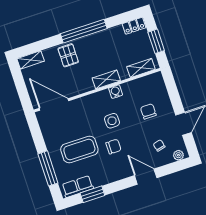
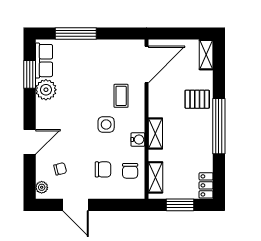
chair: (114, 147) -> (130, 171), moved
coffee table: (79, 149) -> (121, 96), moved, width x0.54, depth x0.58
plant: (100, 177) -> (46, 90), added

